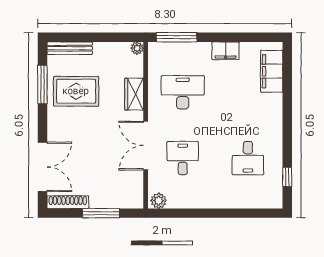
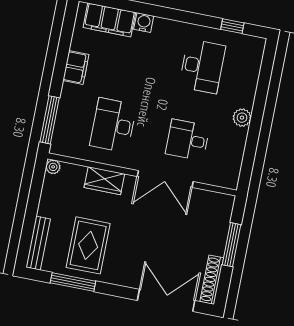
water cooler: (275, 101) -> (144, 23), added
desk: (248, 158) -> (202, 66), width x1.37
plant: (159, 201) -> (242, 118), moved

